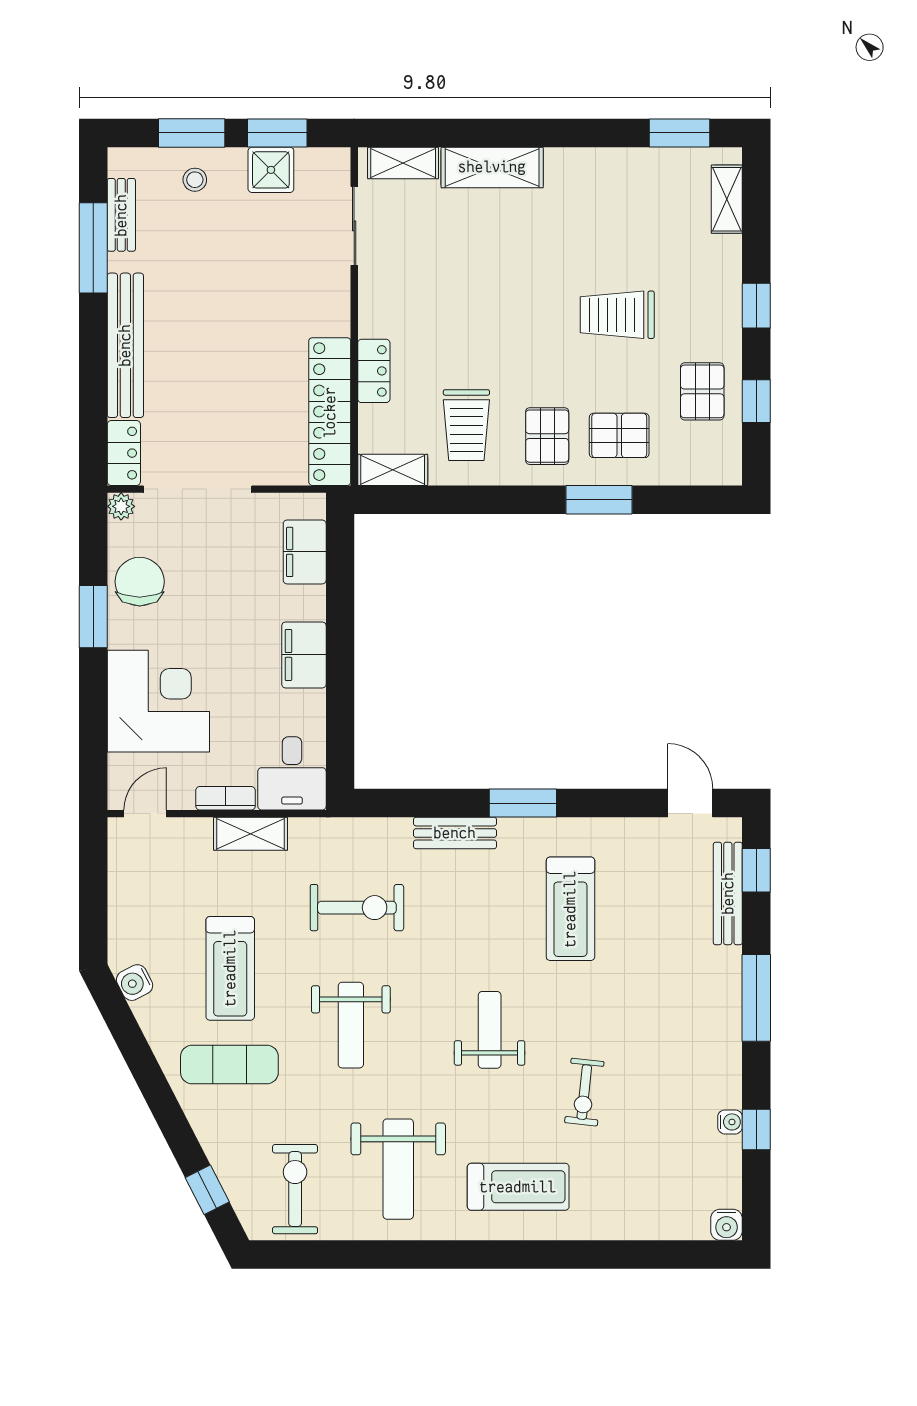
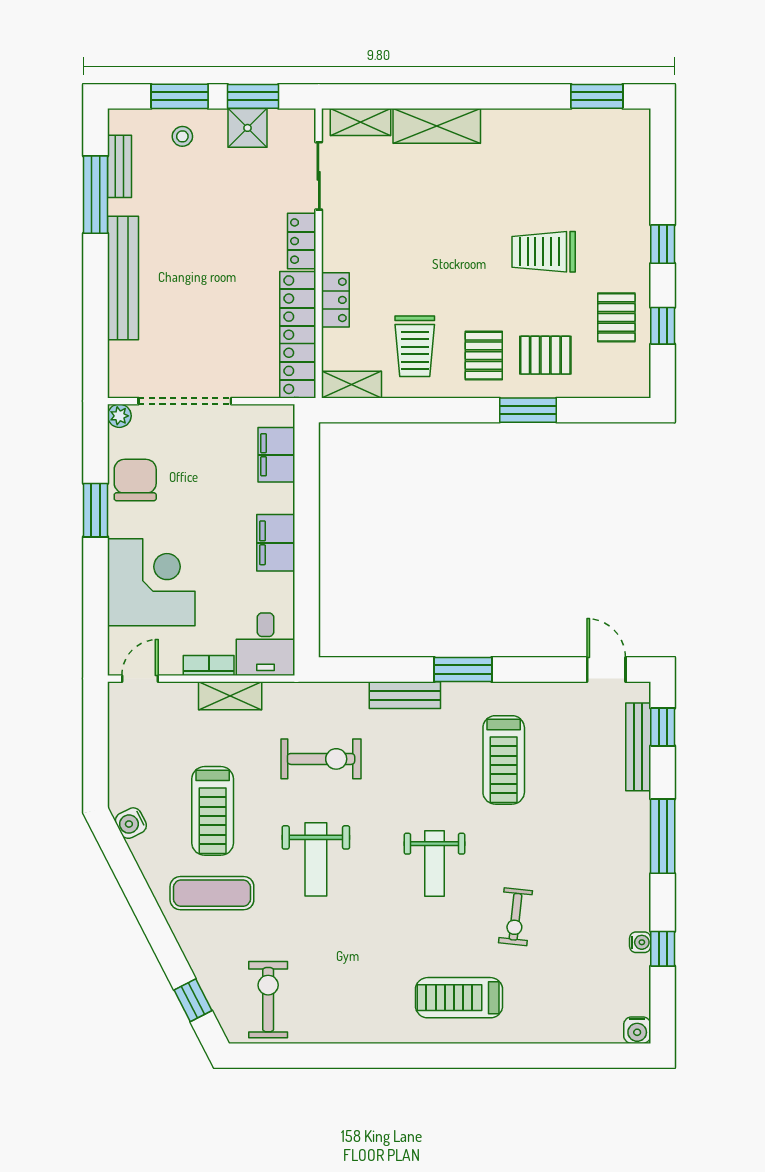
shelving: (727, 199) -> (637, 153), removed
locker: (124, 453) -> (302, 241), moved, turned 180
weight bench: (490, 1030) -> (435, 863), turned 180
weight bench: (398, 1169) -> (356, 983), removed
treadmill: (518, 1187) -> (459, 998), turned 180

